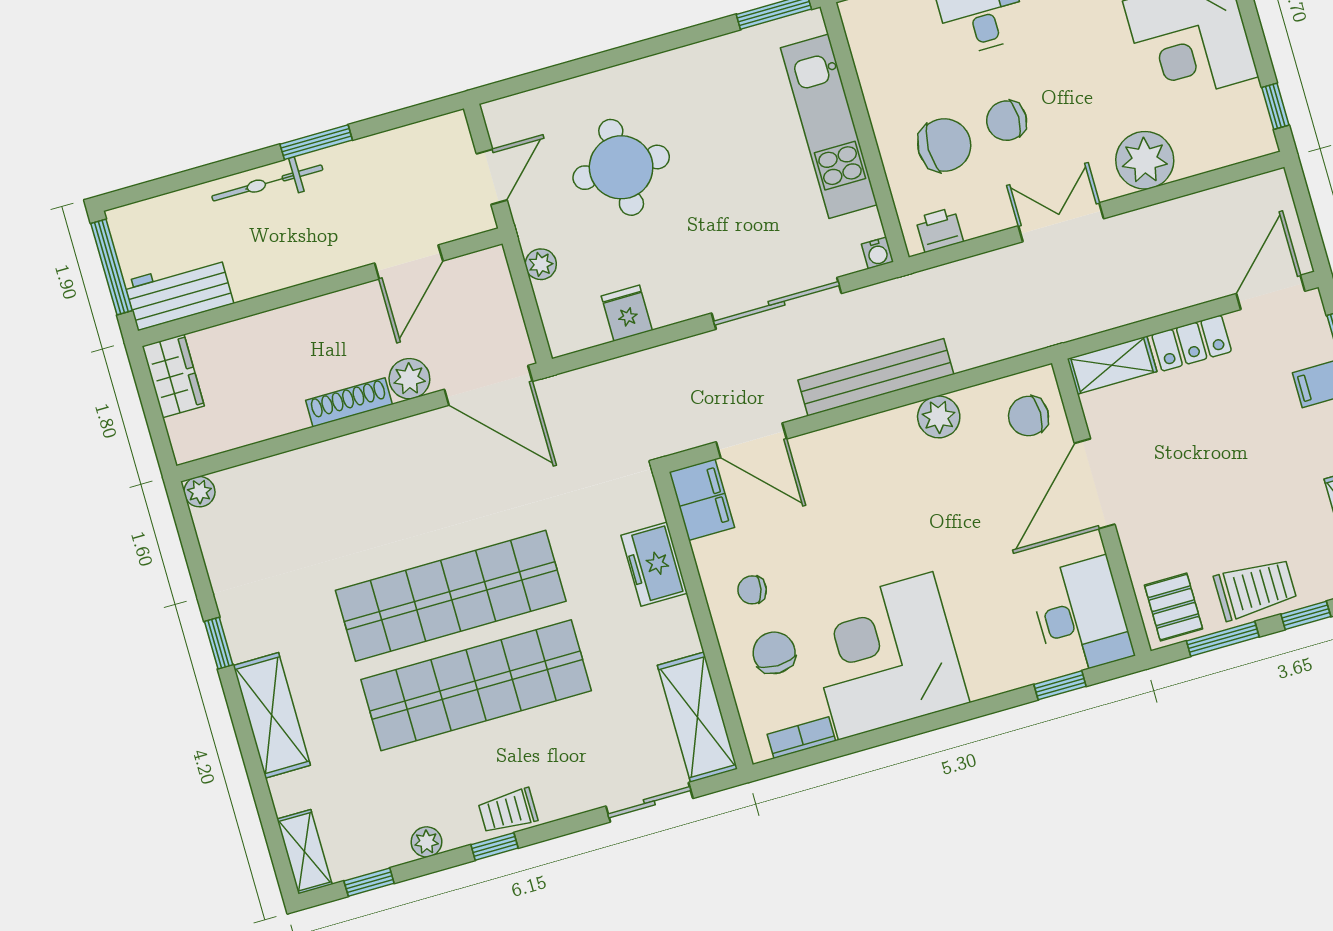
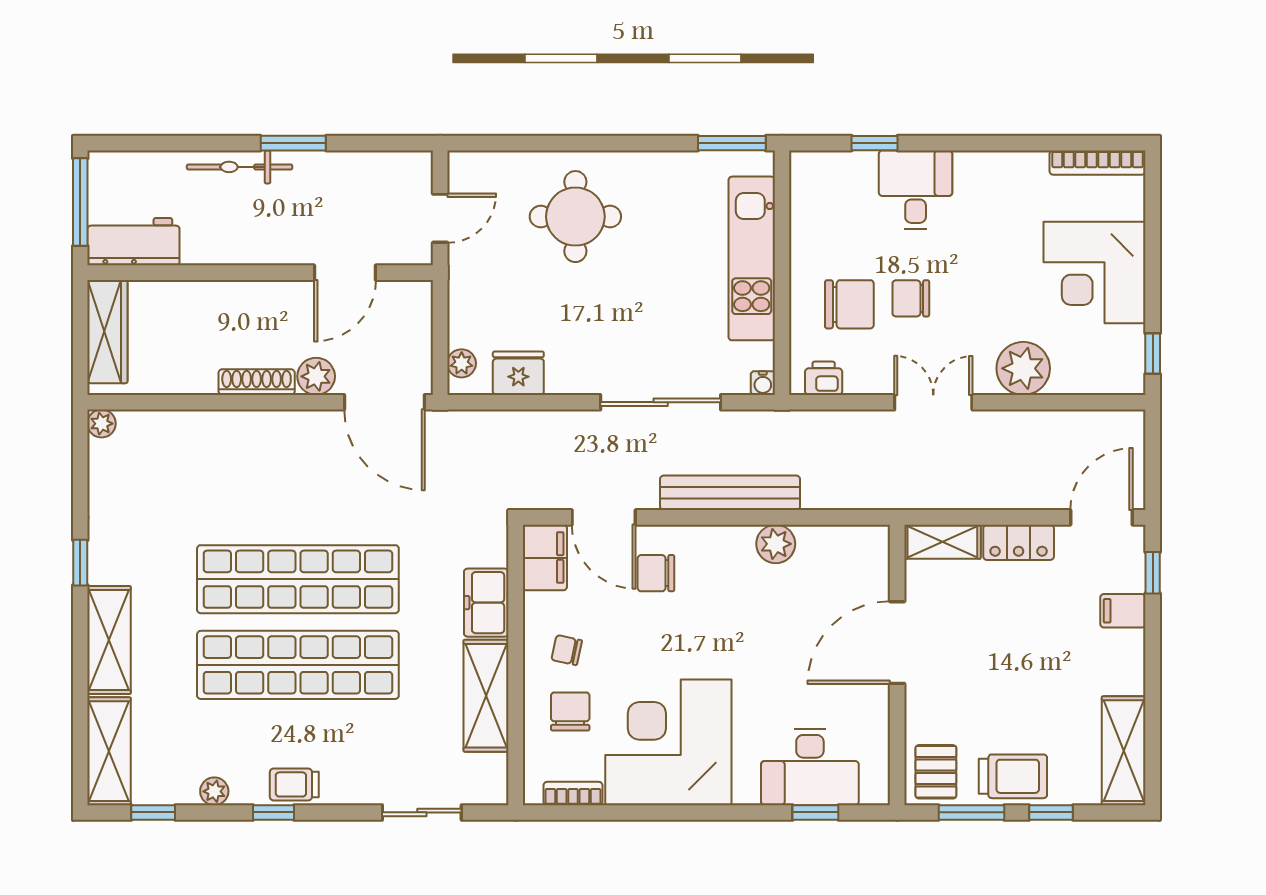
round table: (621, 167) -> (575, 217), moved
plant: (541, 264) -> (462, 363), moved
fridge: (627, 313) -> (518, 373), width x1.38
wardrobe: (173, 376) -> (107, 332), width x1.50
chair: (1028, 416) -> (656, 573), moved
desk: (1081, 616) -> (810, 767), moved, turned 90
shelving: (697, 717) -> (486, 696), moved
shelving: (304, 852) -> (109, 751), width x1.50, depth x1.33

